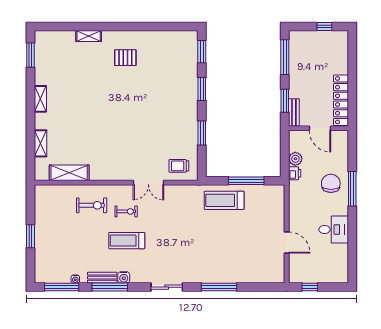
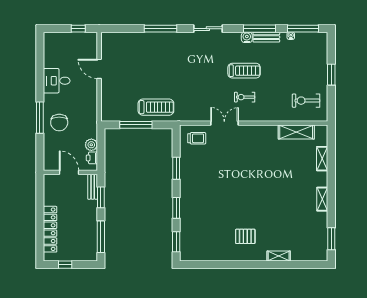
locker: (341, 100) -> (50, 229), moved
printer: (295, 173) -> (92, 158), moved
exercise bike: (92, 205) -> (306, 101), moved

